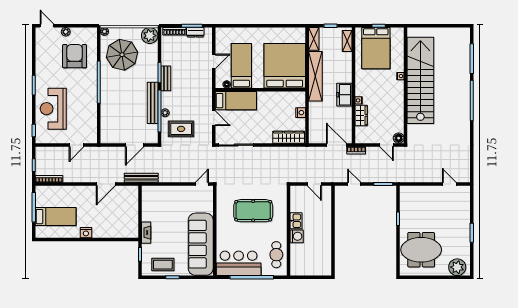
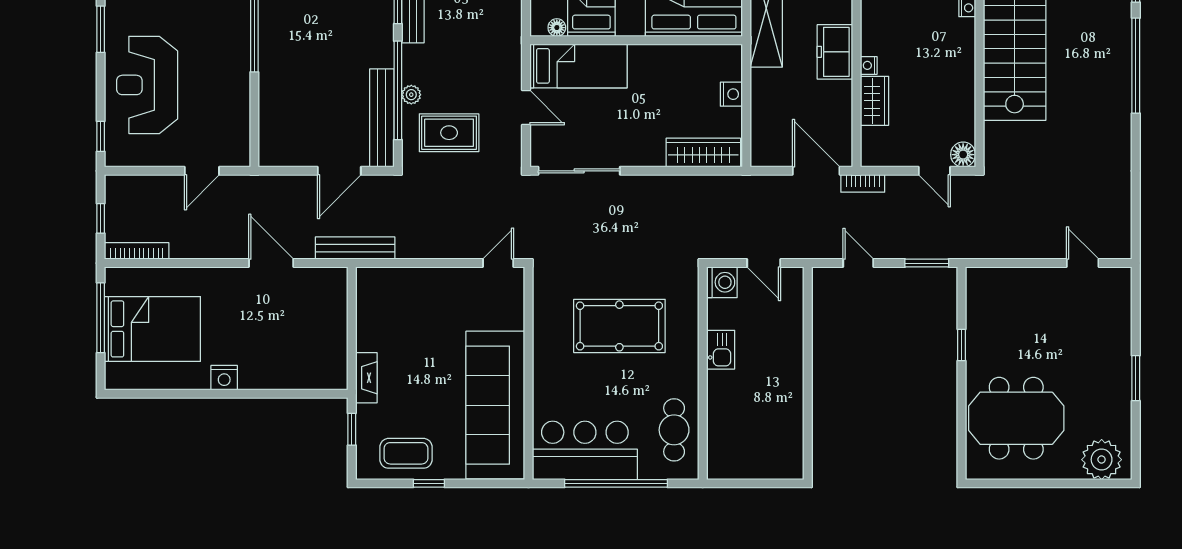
bench: (153, 103) -> (382, 118), moved
door: (106, 184) -> (271, 263), swing flipped
bed: (56, 217) -> (152, 329), width x1.50
washing machine: (297, 236) -> (722, 282), moved

